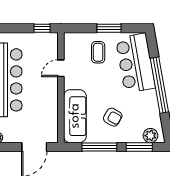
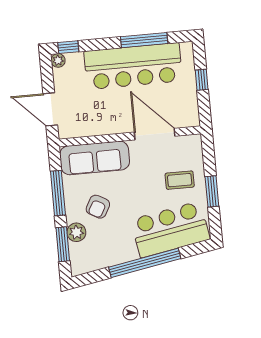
window: (42, 28) -> (202, 80), moved
door: (61, 68) -> (155, 134), width x1.88
plant: (150, 136) -> (76, 232), moved

